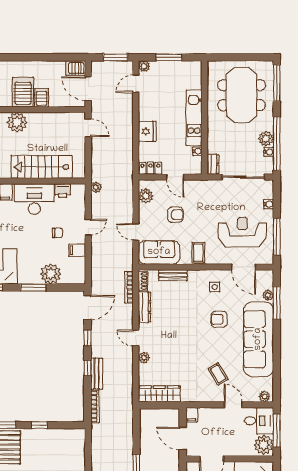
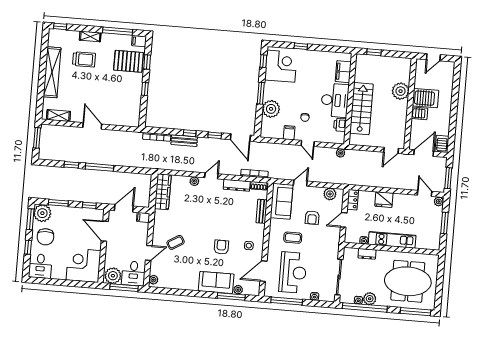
dresser: (213, 164) -> (367, 254), moved
coffee table: (198, 253) -> (293, 238), moved
sofa: (258, 339) -> (216, 282), width x0.54, depth x0.79

